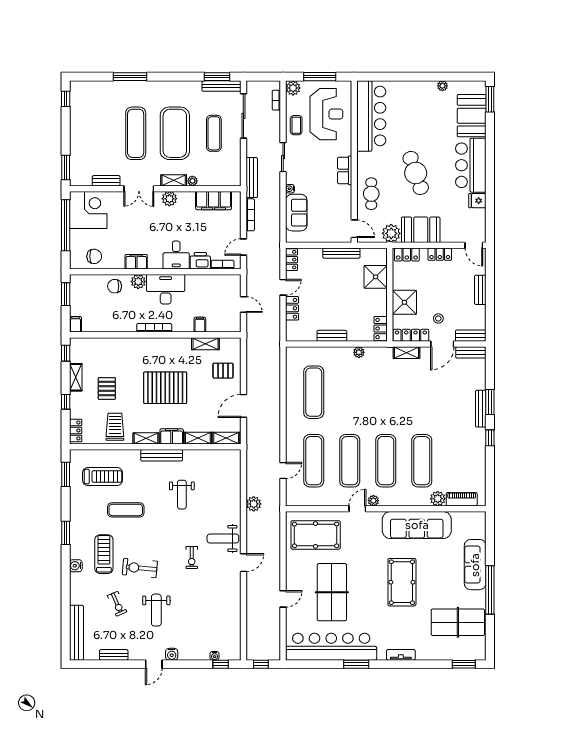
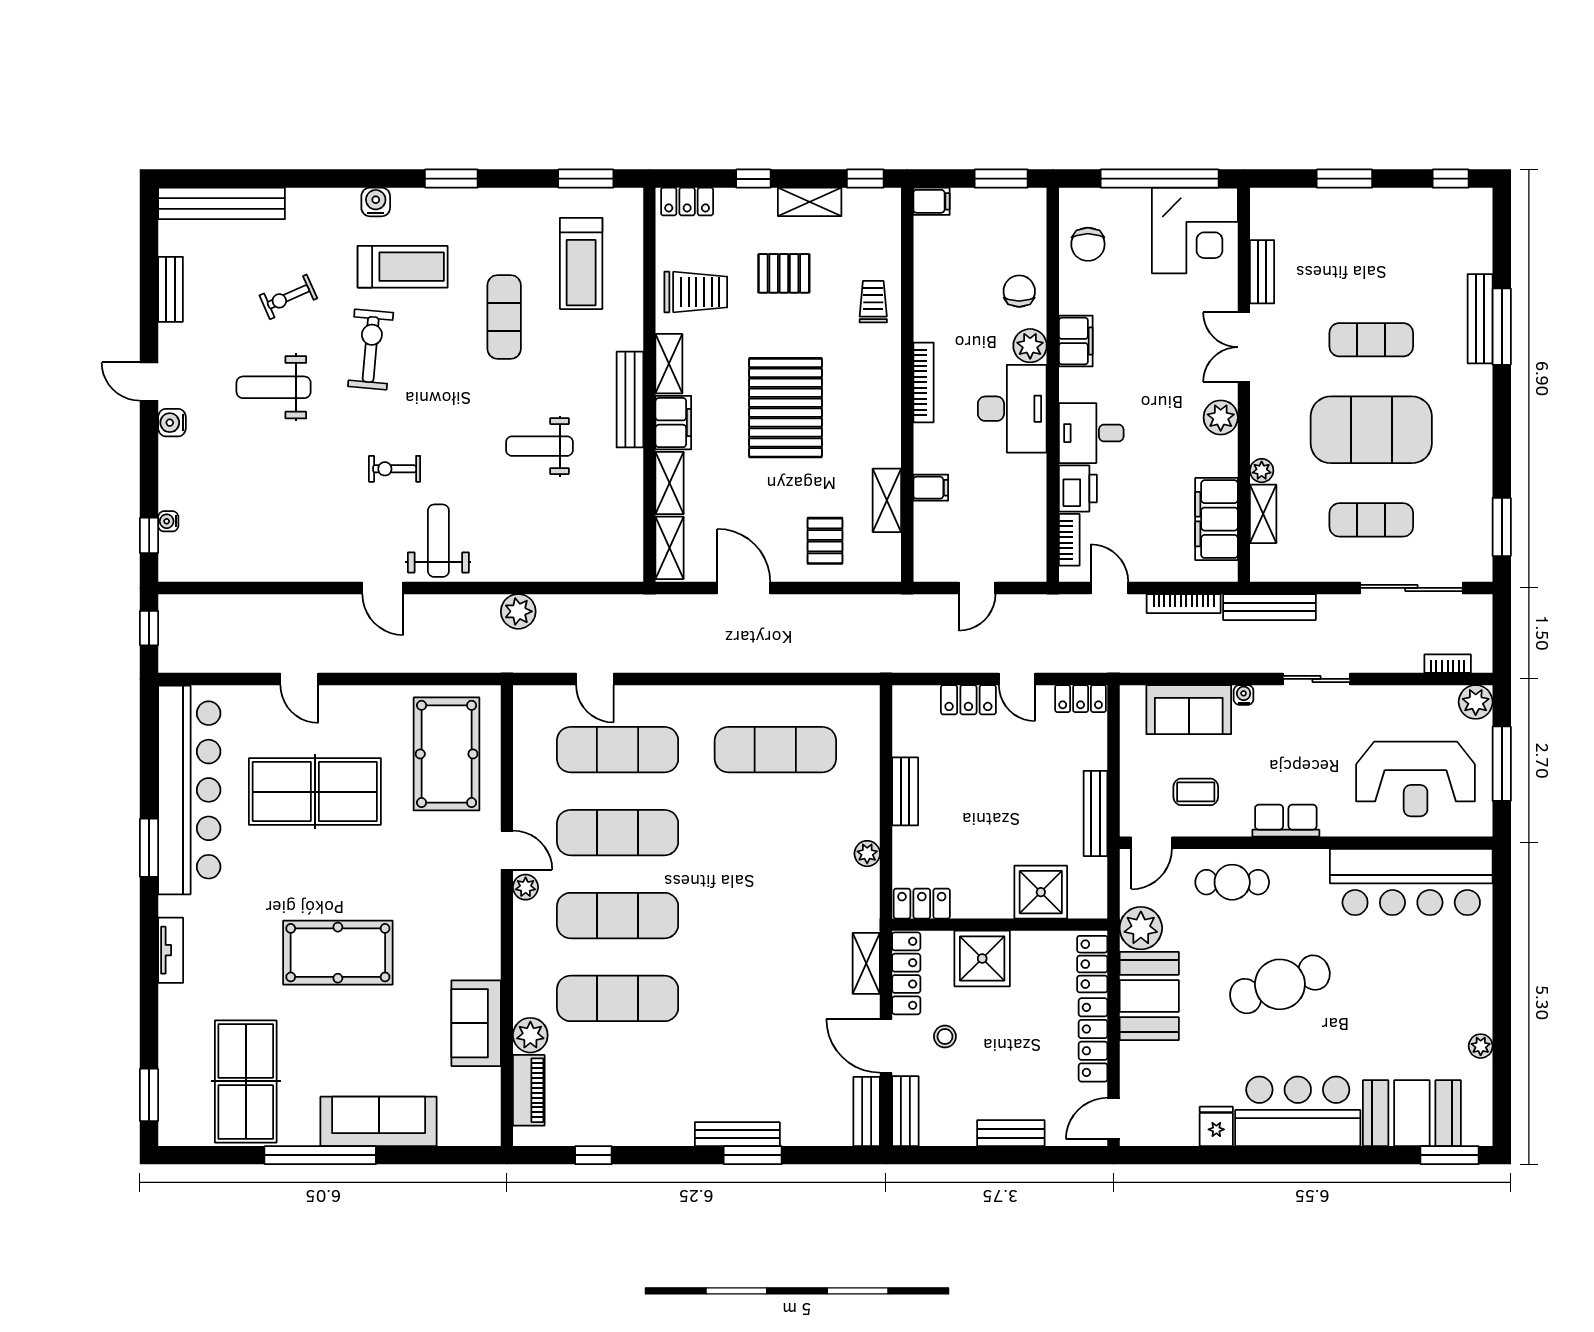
bench: (221, 86) -> (1480, 319), moved
coffee table: (296, 125) -> (1196, 792), moved
exercise mat: (136, 133) -> (1371, 340), width x0.73, depth x0.69
window: (66, 167) -> (1344, 179), moved
shelving: (174, 180) -> (1263, 514), moved
locker: (440, 254) -> (1093, 1040), width x1.53
trolley: (119, 350) -> (873, 302), added
window: (490, 438) -> (593, 1155), moved
sofa: (417, 525) -> (476, 1023), width x0.54, depth x0.79

